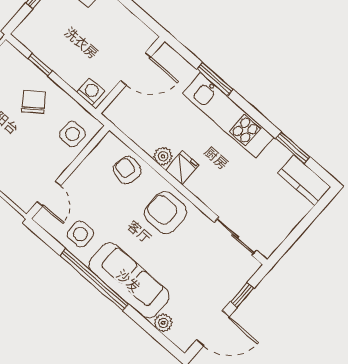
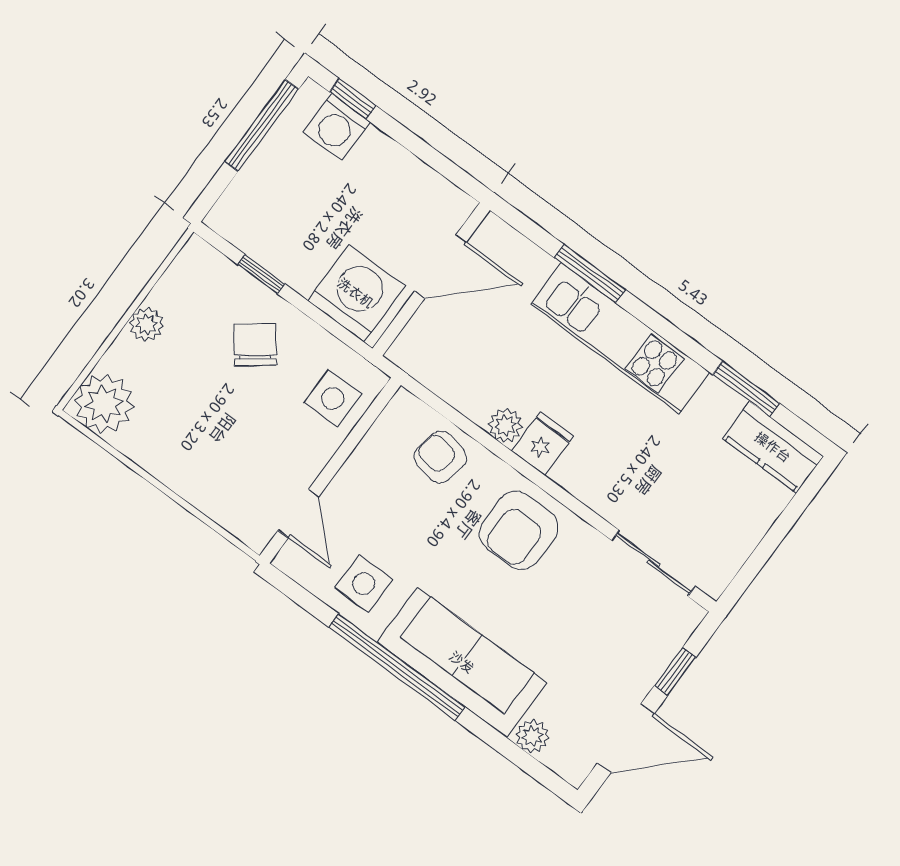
washing machine: (91, 92) -> (356, 293), width x1.89, depth x1.89
armchair: (165, 213) -> (519, 530), turned -90

